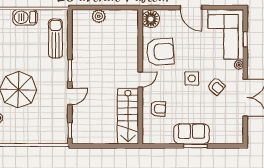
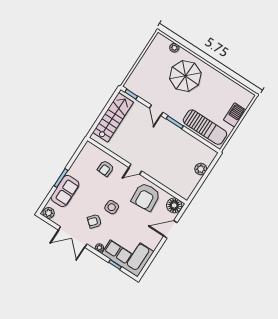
door: (191, 8) -> (170, 229), moved
sun lounger: (56, 38) -> (205, 127), width x1.36, depth x1.34
door: (140, 80) -> (135, 169), hinge flipped
stairs: (128, 116) -> (113, 117), moved, turned 90
sofa: (191, 134) -> (65, 191), moved
plant: (237, 136) -> (49, 213), added

